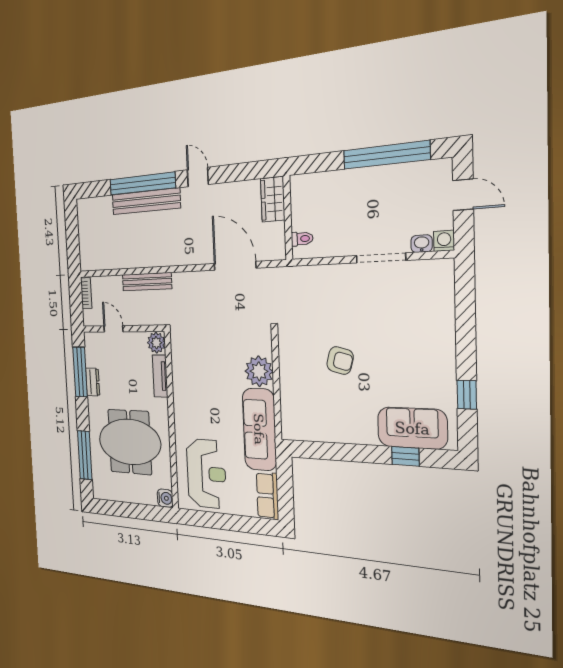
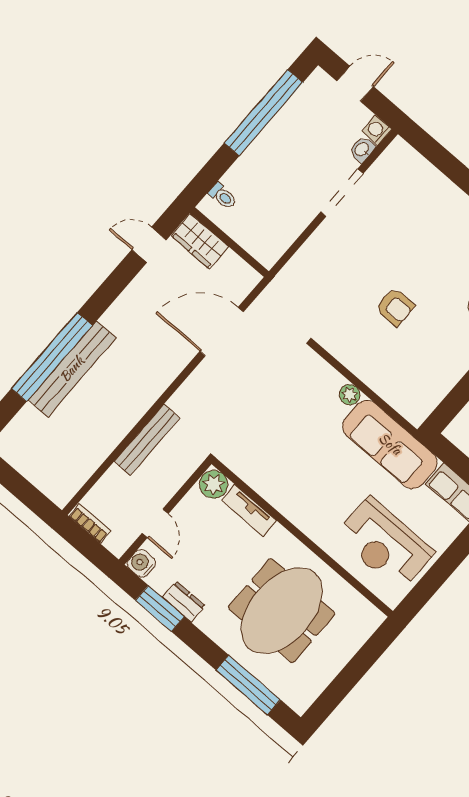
door: (198, 177) -> (149, 245), moved
toilet: (302, 239) -> (223, 196), moved, turned 90
door: (113, 329) -> (155, 523), swing flipped
armchair: (340, 360) -> (395, 307), turned 75
plant: (259, 371) -> (350, 395), width x0.53, depth x0.53
window: (80, 372) -> (160, 608), width x0.69
reception desk: (206, 474) -> (385, 544), turned 180
water cooler: (165, 498) -> (141, 563), moved, turned -90

